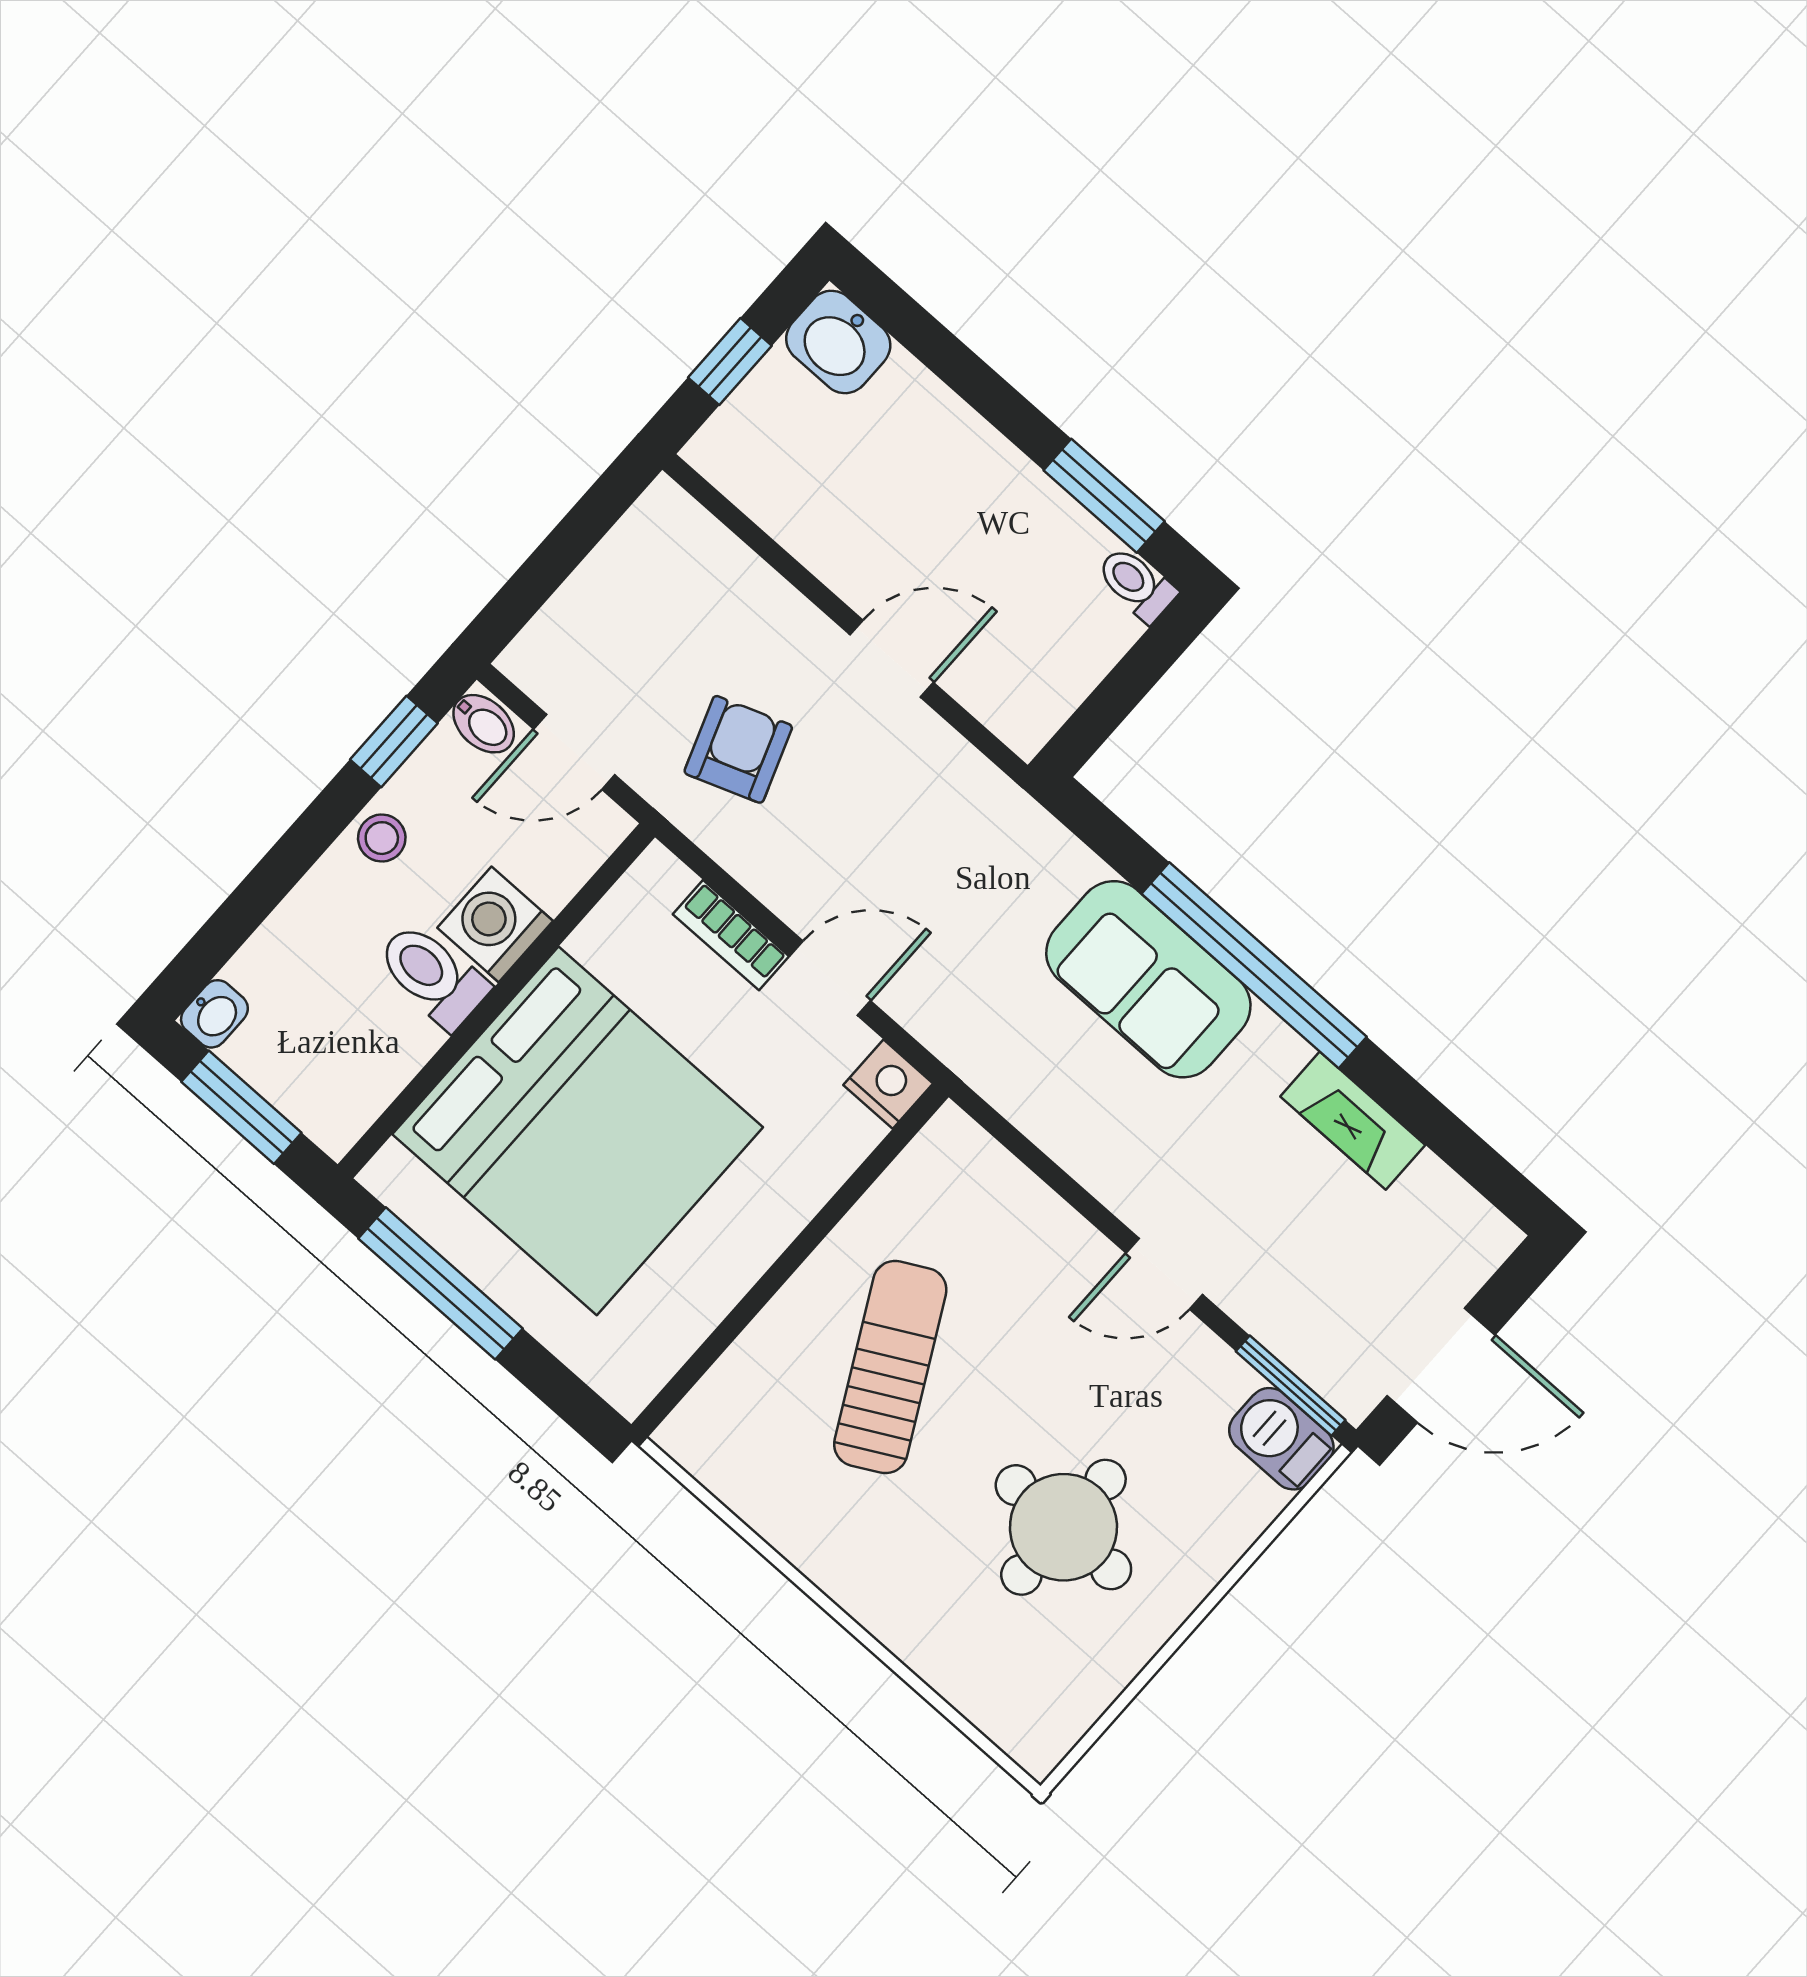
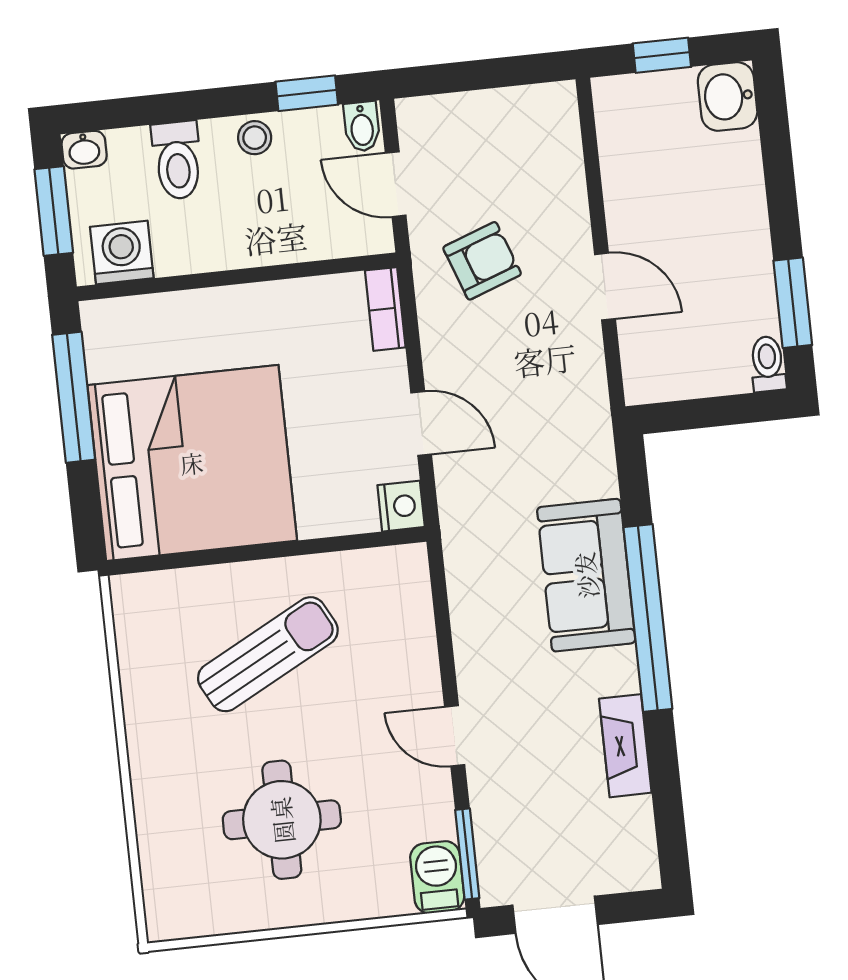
washing machine: (495, 924) -> (122, 252), moved
bookcase: (731, 935) -> (385, 309), moved
toilet: (433, 975) -> (177, 160), moved, turned 180
bed: (578, 1131) -> (192, 463), moved, turned -90

